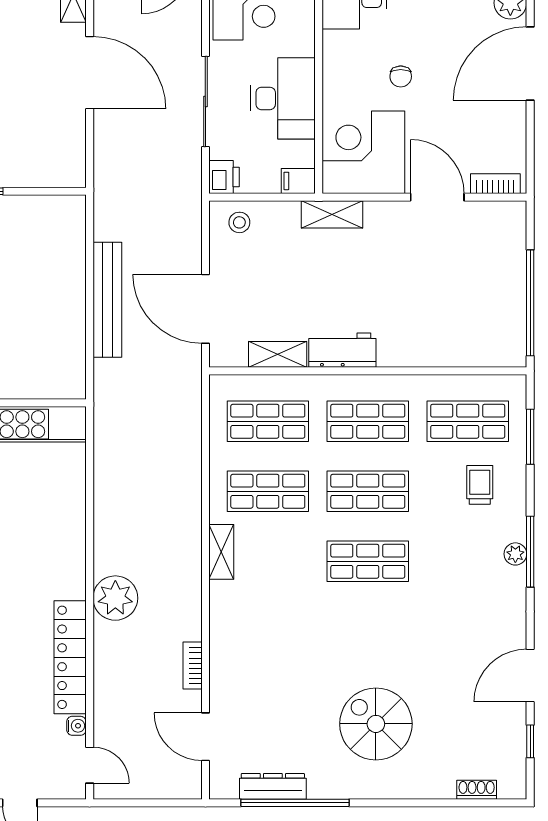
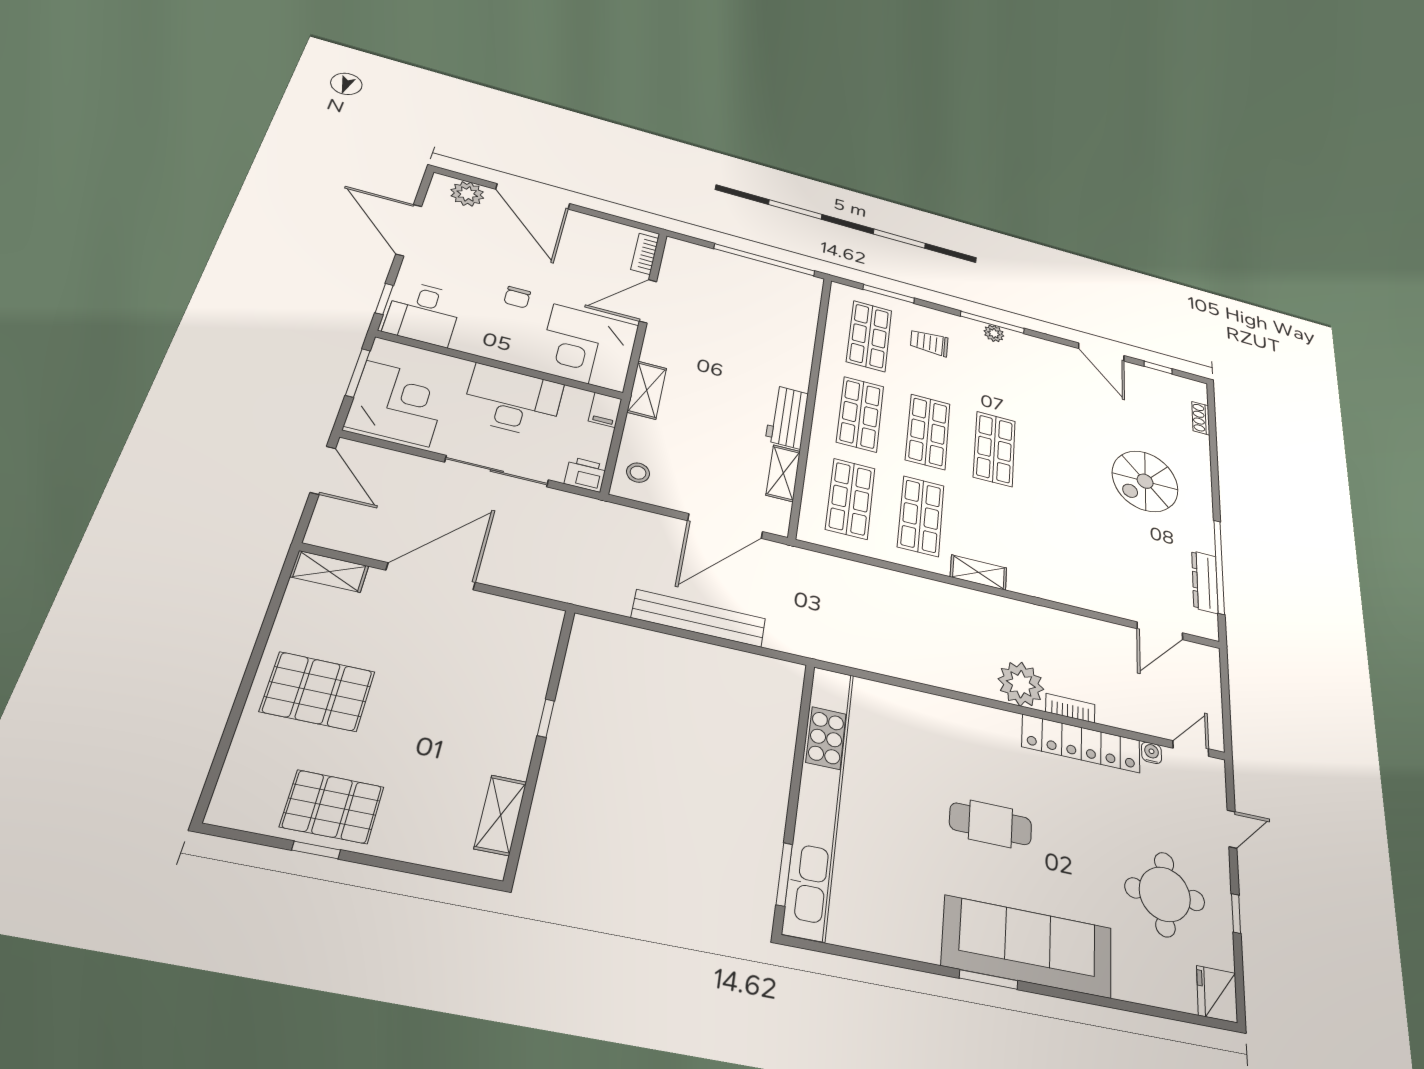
chair: (401, 76) -> (517, 297), turned 90
bookcase: (193, 666) -> (1070, 708), moved, turned 180

